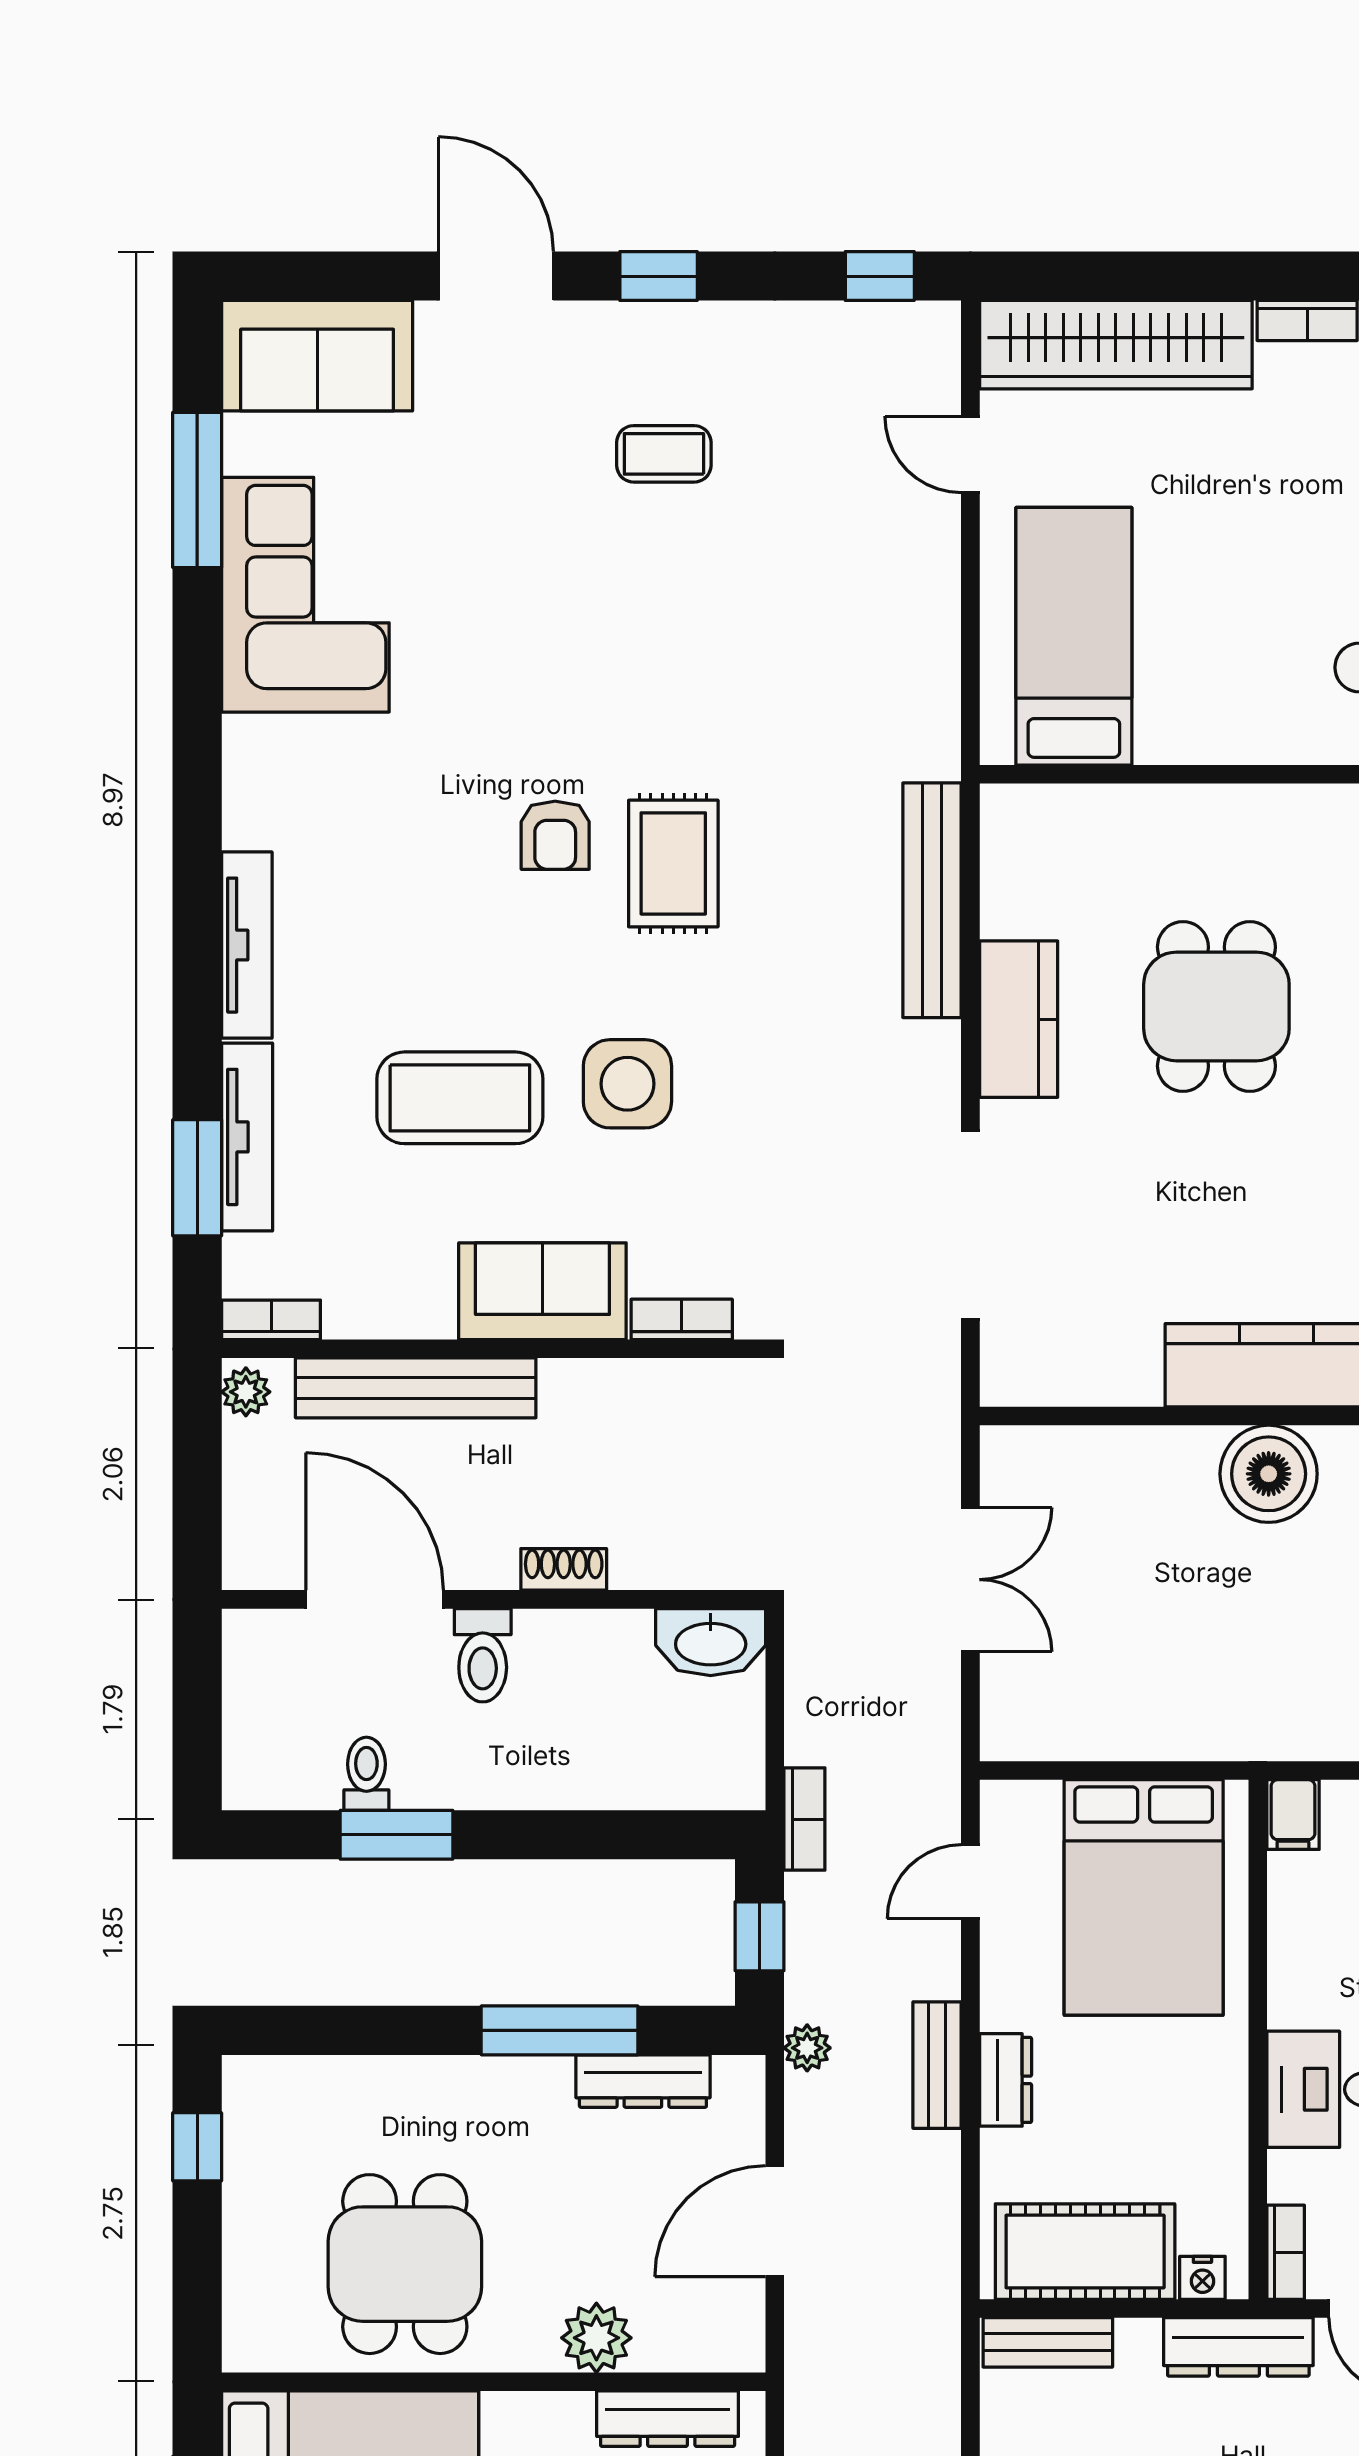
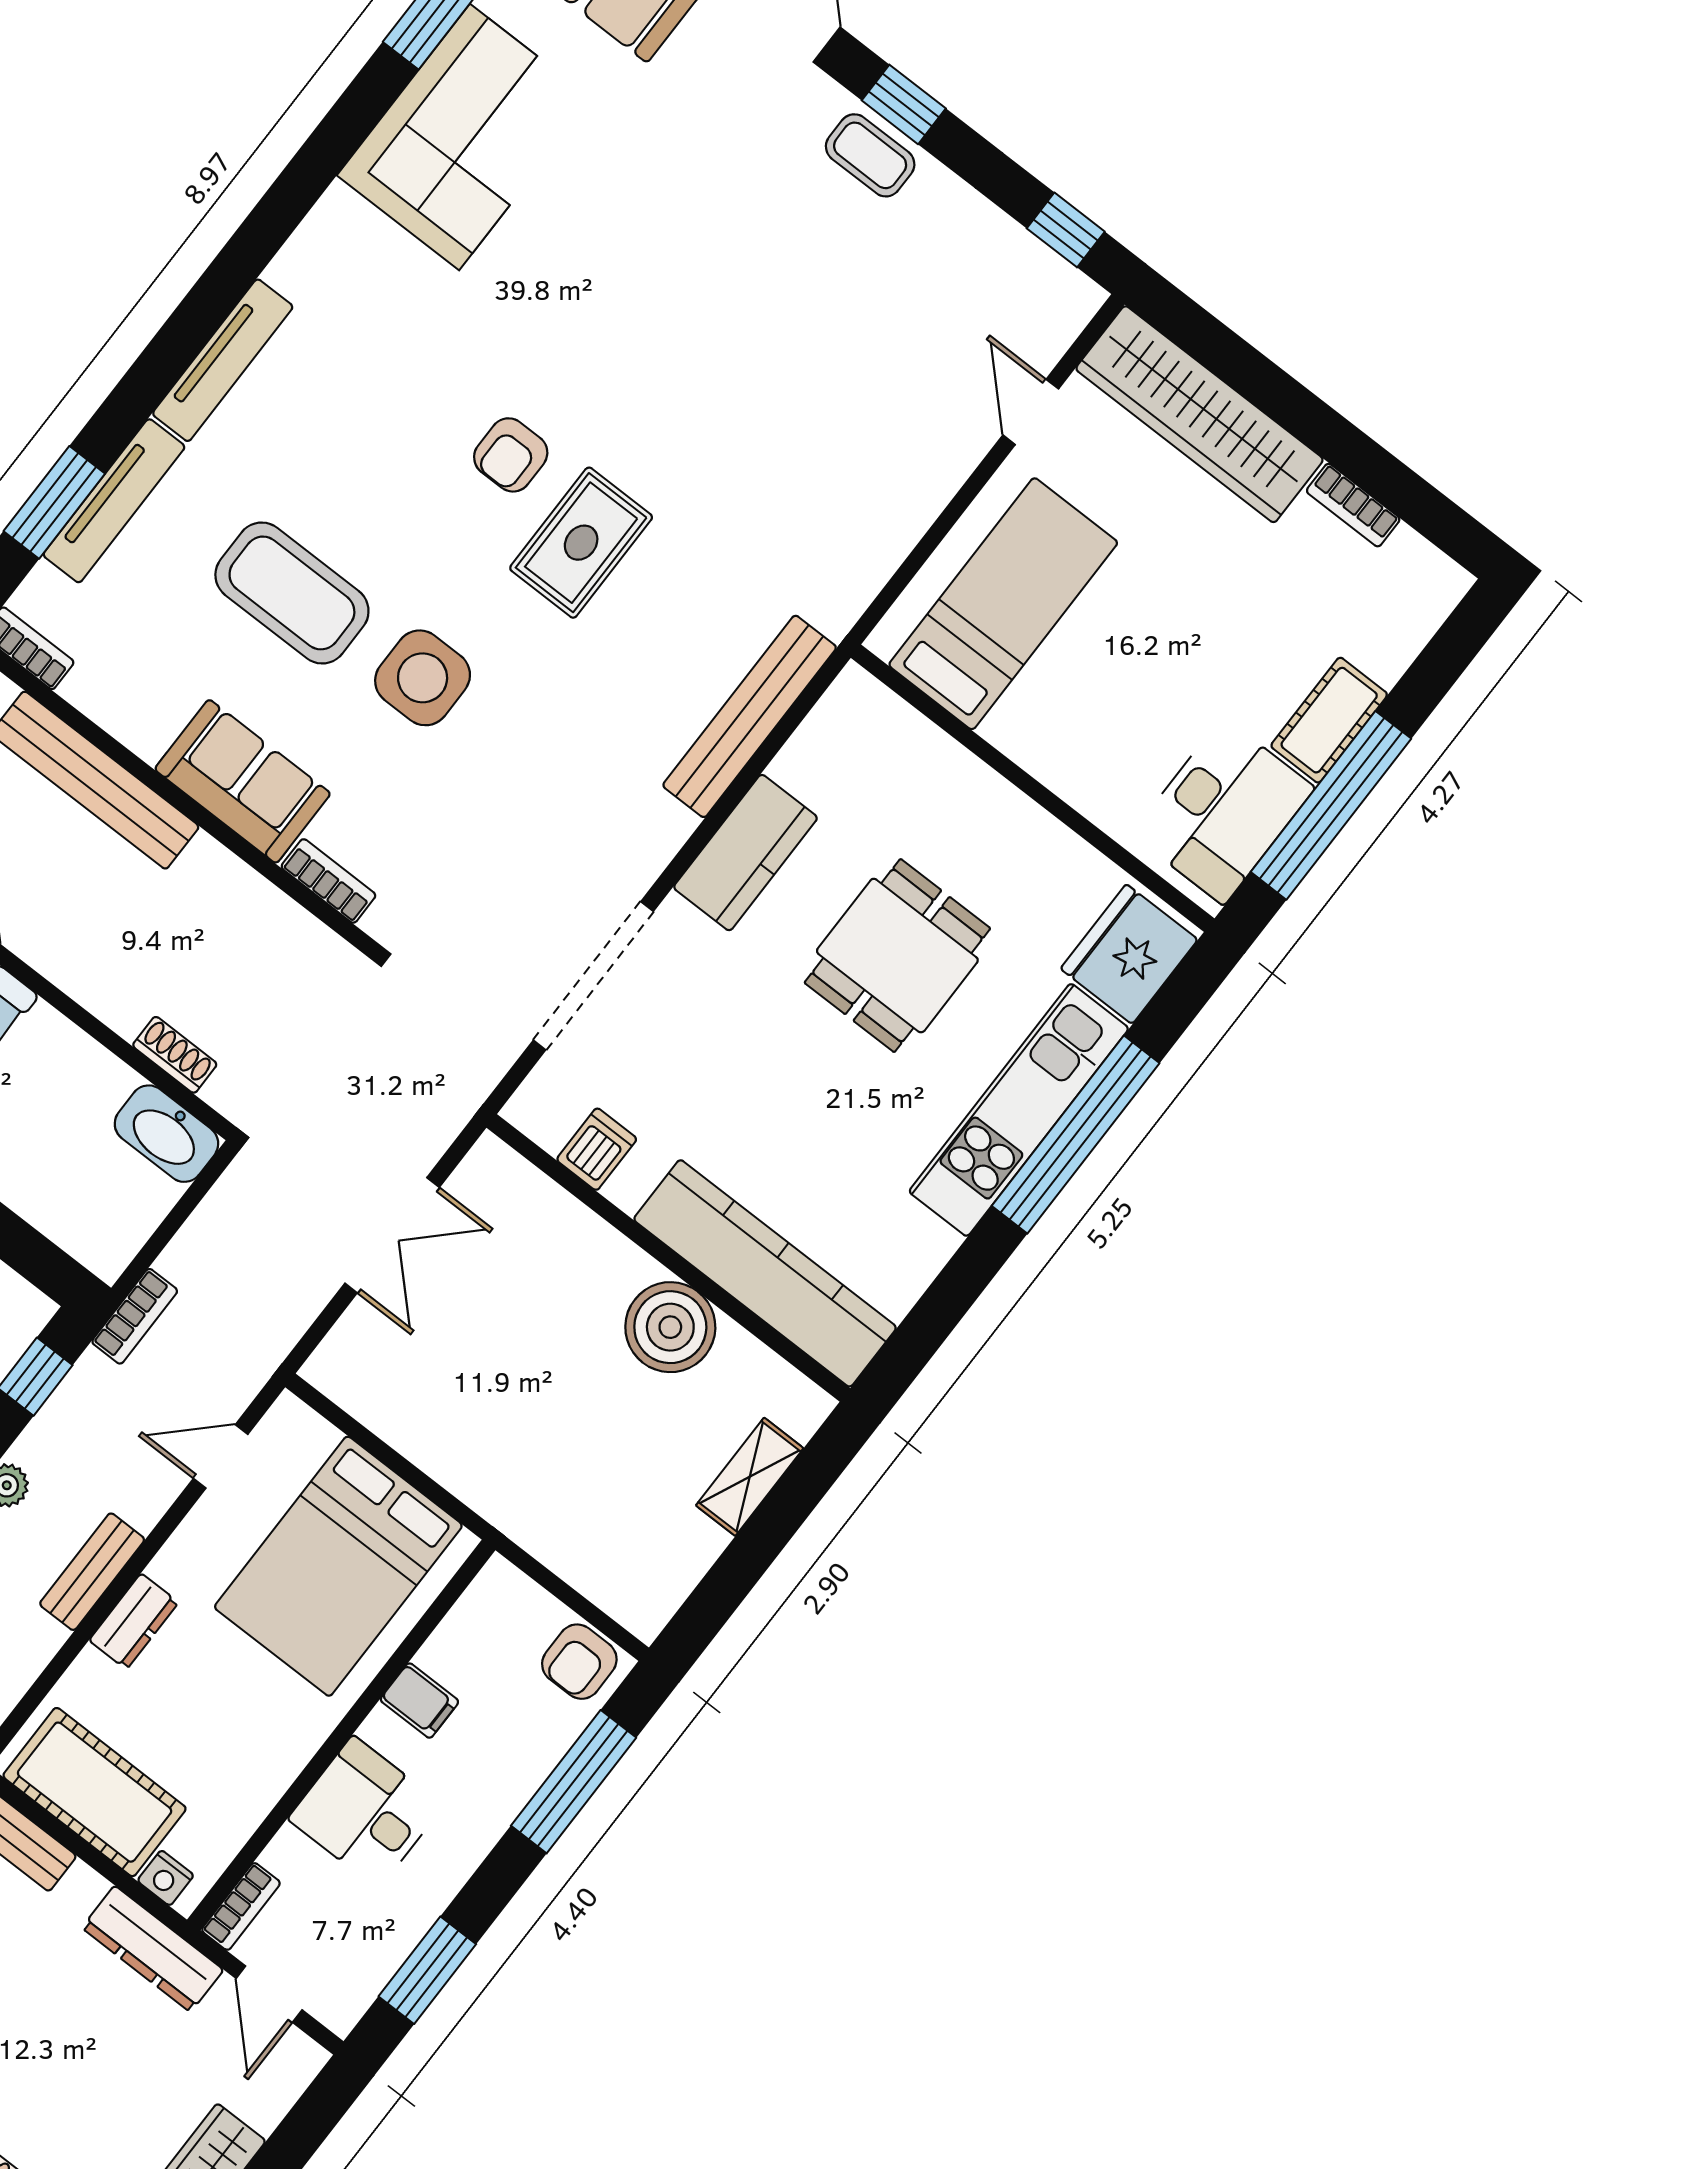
coffee table: (664, 454) -> (870, 155), moved
dishwasher: (1088, 1371) -> (597, 1149), added
shoe rack: (564, 1569) -> (175, 1055), moved
filing cabinet: (1293, 1815) -> (419, 1701), moved, turned -90

